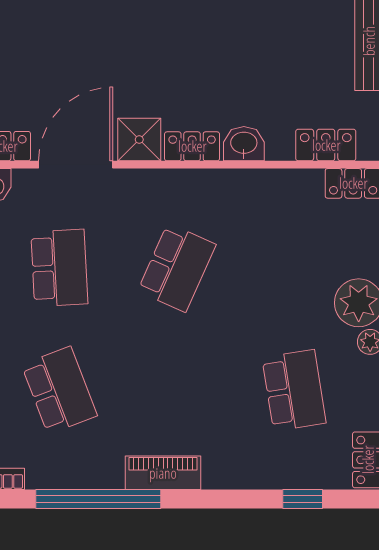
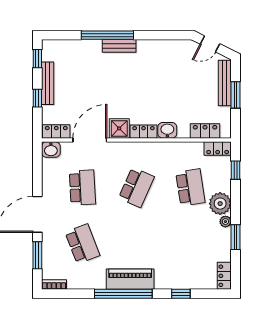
school desk: (294, 390) -> (190, 187), moved
piano: (163, 473) -> (130, 279), width x1.37, depth x1.33
window: (98, 499) -> (123, 294), moved
window: (303, 499) -> (181, 294), moved

